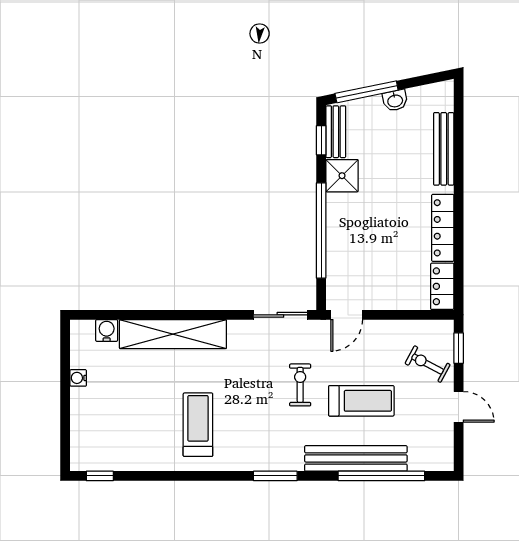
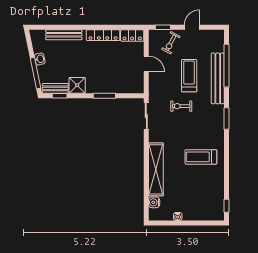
window: (321, 230) -> (104, 96), width x0.47
door: (347, 315) -> (146, 64), moved

